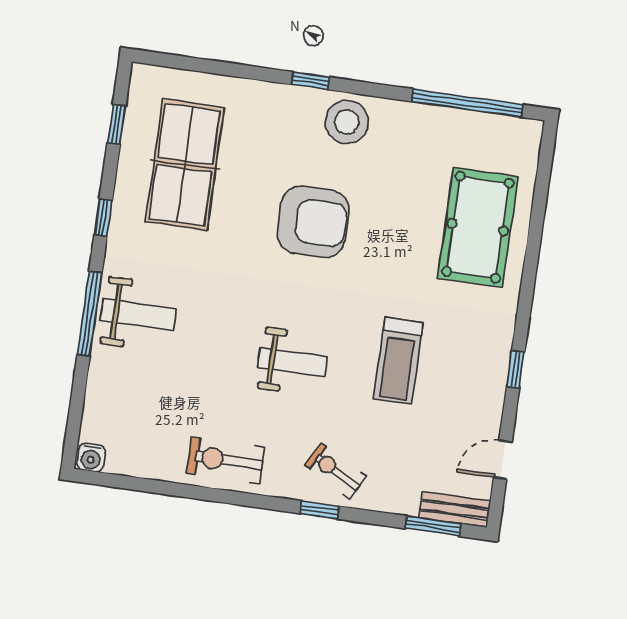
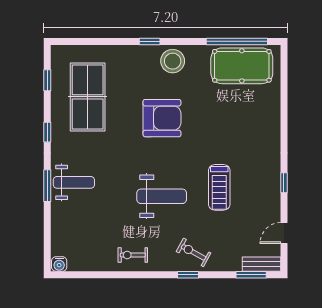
pool table: (478, 227) -> (242, 66), moved, turned 90
window: (90, 314) -> (47, 186), width x0.69
weight bench: (292, 362) -> (162, 196), width x1.36, depth x1.33
exercise bike: (226, 460) -> (133, 255), width x0.73, depth x0.72

